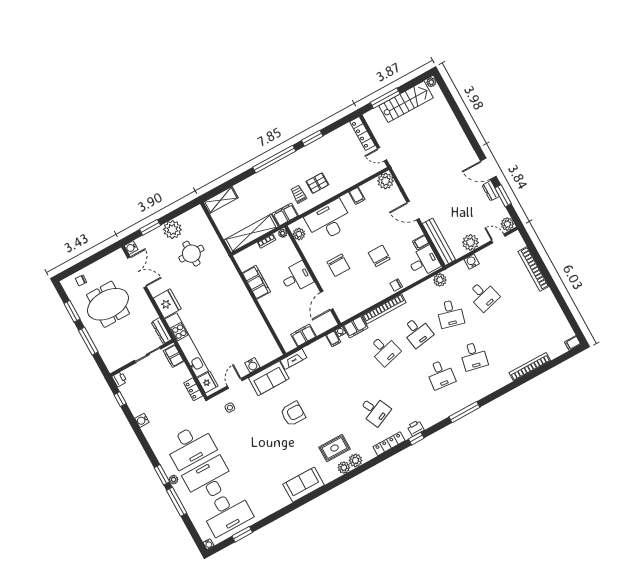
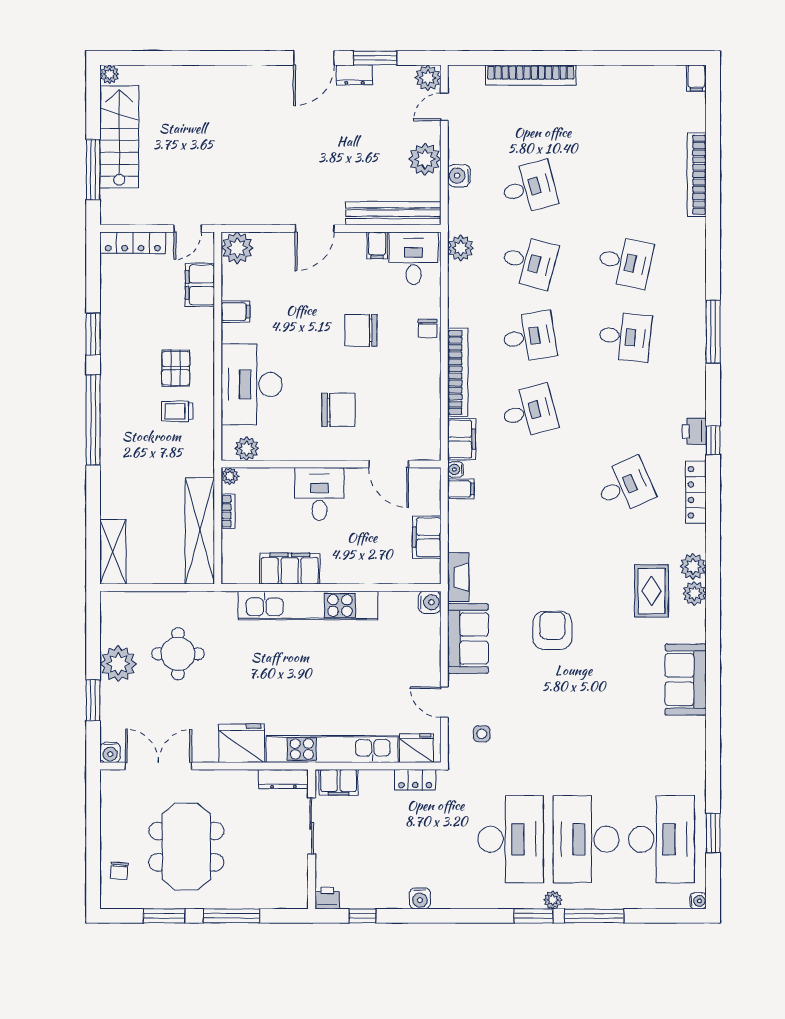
filing cabinet: (285, 215) -> (200, 285), moved
kitchen unit: (244, 299) -> (308, 605), added
water cooler: (252, 365) -> (430, 602), moved

